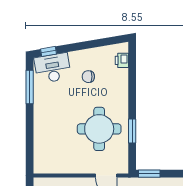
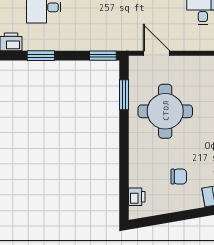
window: (132, 131) -> (124, 95), moved

